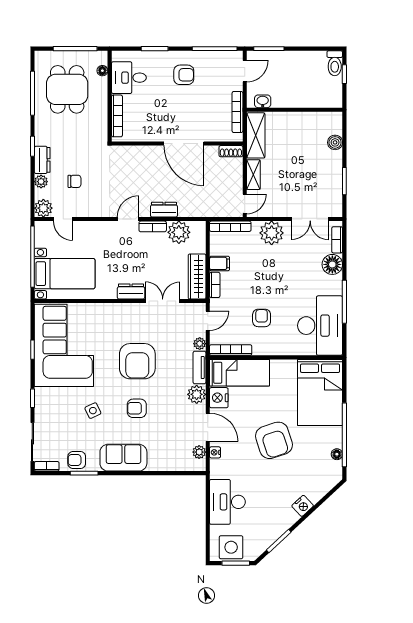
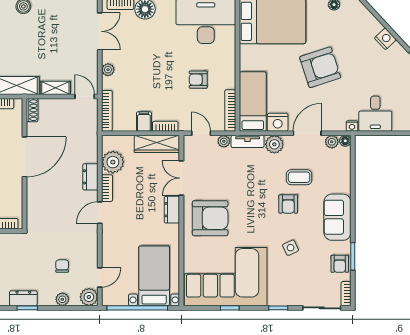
dresser: (42, 160) -> (23, 298), moved
door: (128, 219) -> (100, 213), hinge flipped
plant: (272, 233) -> (108, 70), width x0.53, depth x0.53
armchair: (137, 361) -> (210, 218), moved
coffee table: (164, 419) -> (299, 177), added
nightstand: (215, 452) -> (352, 126), moved
floor lamp: (200, 466) -> (345, 141), added
desk: (227, 502) -> (375, 114), width x0.73

